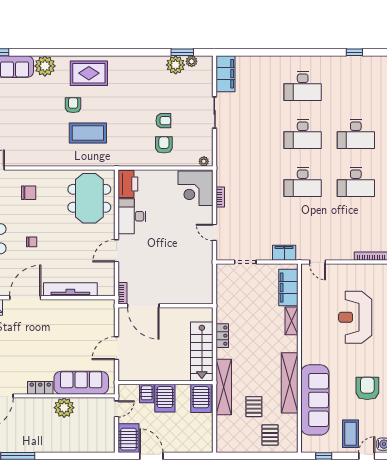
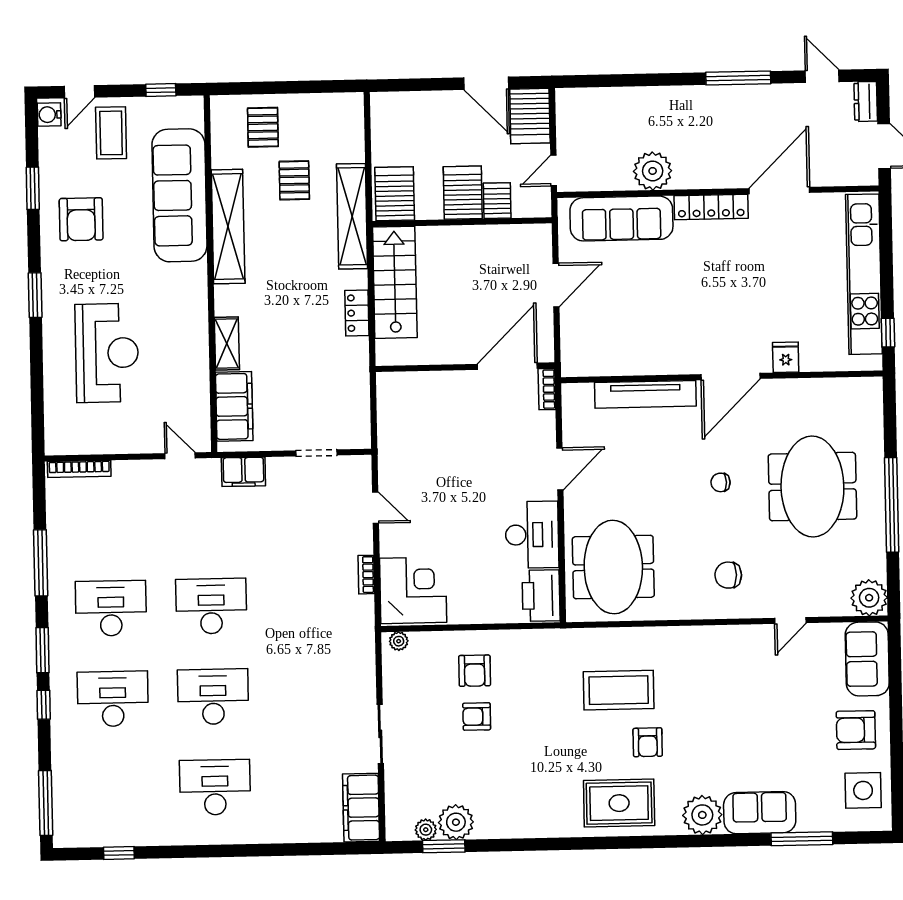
door: (143, 306) -> (507, 366), hinge flipped
locker: (40, 388) -> (711, 207), width x1.53

